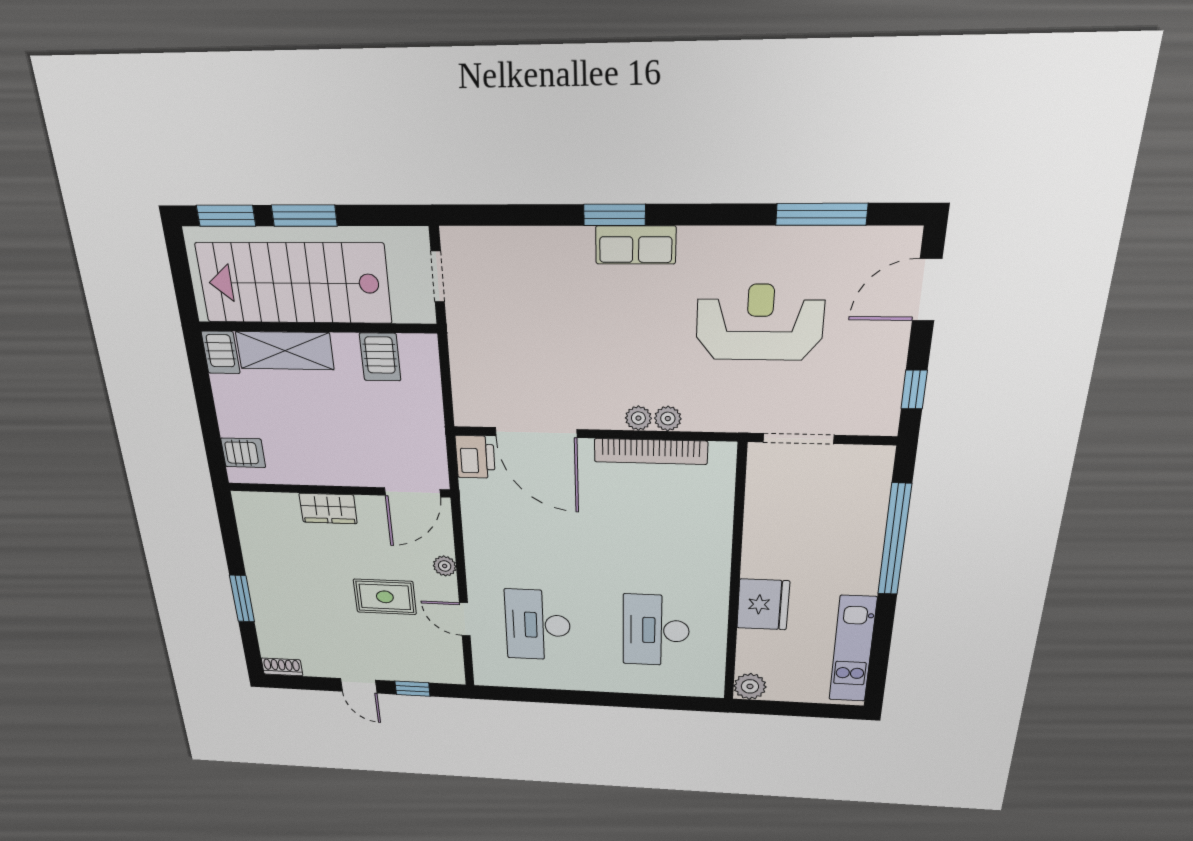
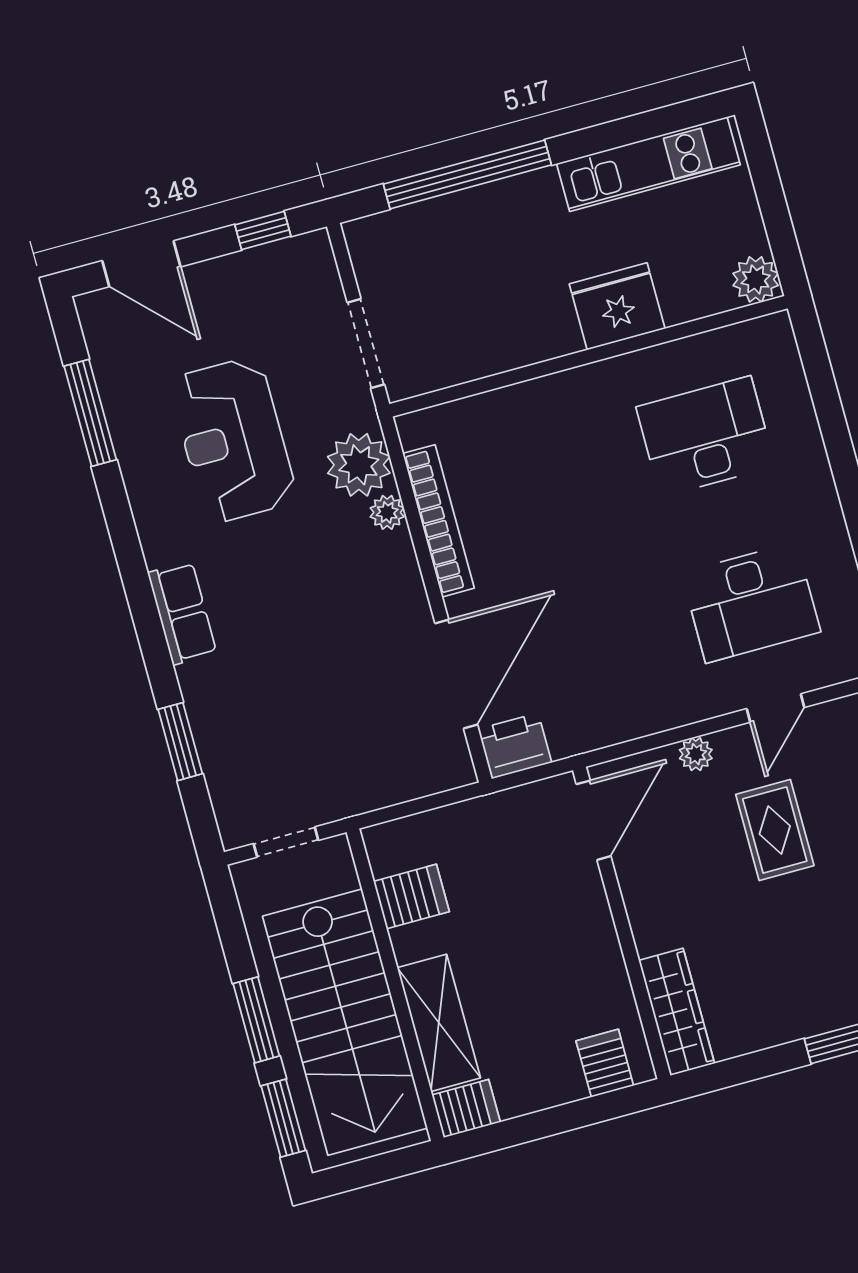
window: (615, 215) -> (180, 742), moved
plant: (638, 418) -> (359, 465), moved, width x1.88, depth x1.88
door: (412, 492) -> (594, 820), hinge flipped
wardrobe: (328, 508) -> (677, 1012), moved, width x1.50
desk: (656, 630) -> (706, 437), turned 180

